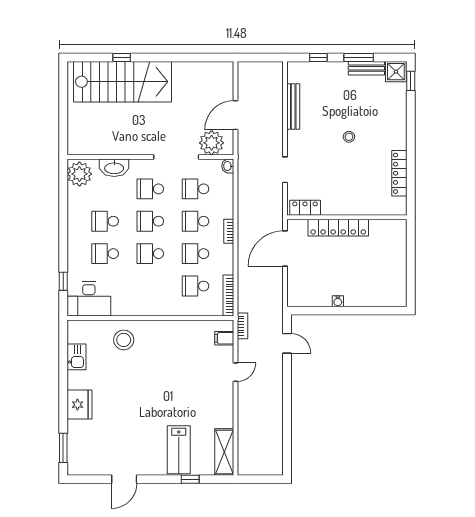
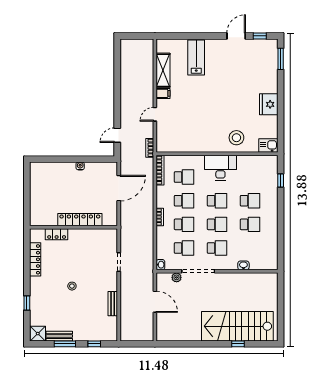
window: (411, 81) -> (27, 303), moved
bench: (293, 107) -> (113, 304), width x0.73
door: (235, 115) -> (155, 302), hinge flipped
plant: (212, 143) -> (177, 277), width x0.53, depth x0.53
washbasin: (114, 168) -> (243, 265), width x0.52, depth x0.69
plant: (79, 174) -> (269, 259), removed
locker: (305, 208) -> (57, 234), moved
door: (285, 249) -> (119, 188), moved
desk: (89, 299) -> (220, 168), moved
filing cabinet: (224, 338) -> (163, 93), moved
door: (287, 343) -> (117, 135), hinge flipped
kitchen sink: (76, 357) -> (268, 146), moved, turned 90
fridge: (79, 405) -> (269, 104), moved
shelving: (224, 452) -> (163, 70), moved
window: (190, 479) -> (260, 36), moved

